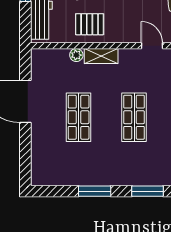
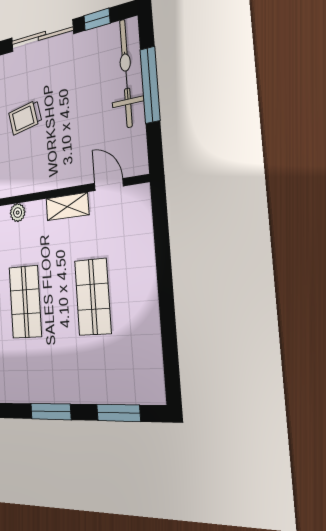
pallet: (90, 24) -> (30, 166), removed
shelving: (101, 56) -> (67, 207), moved

